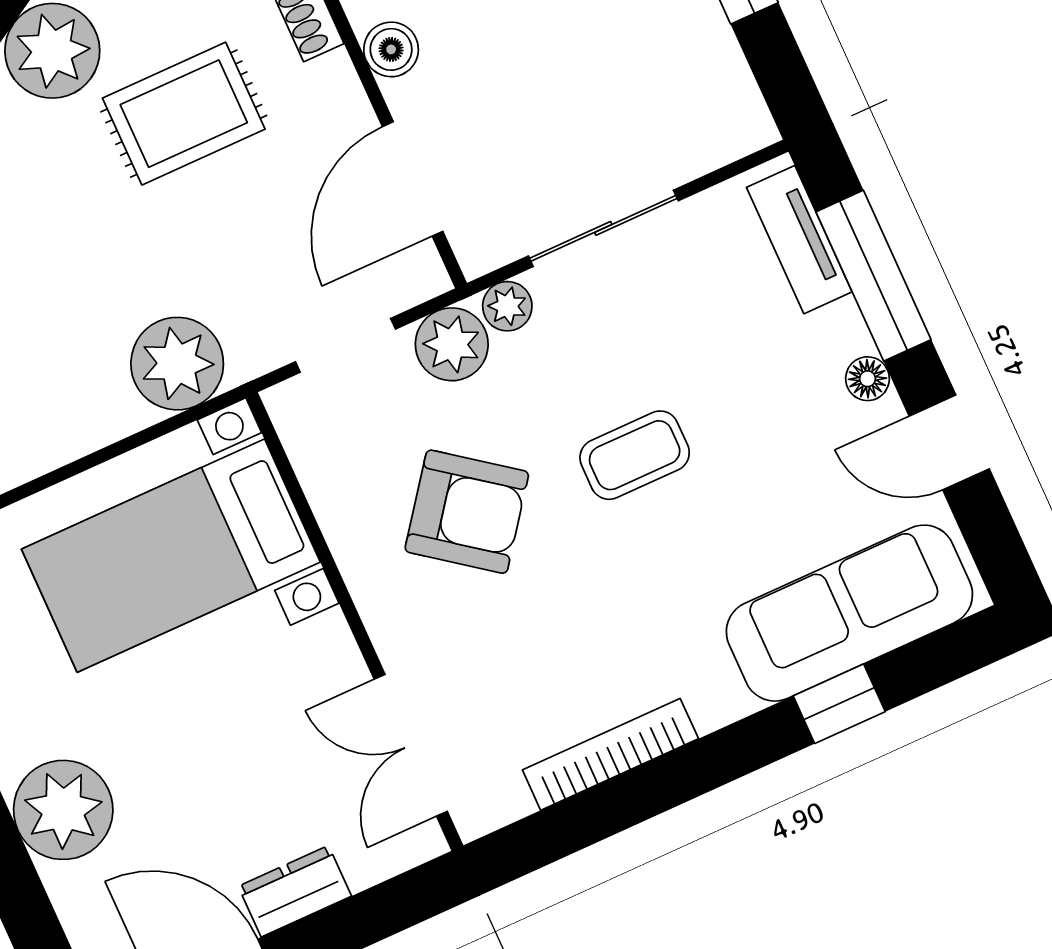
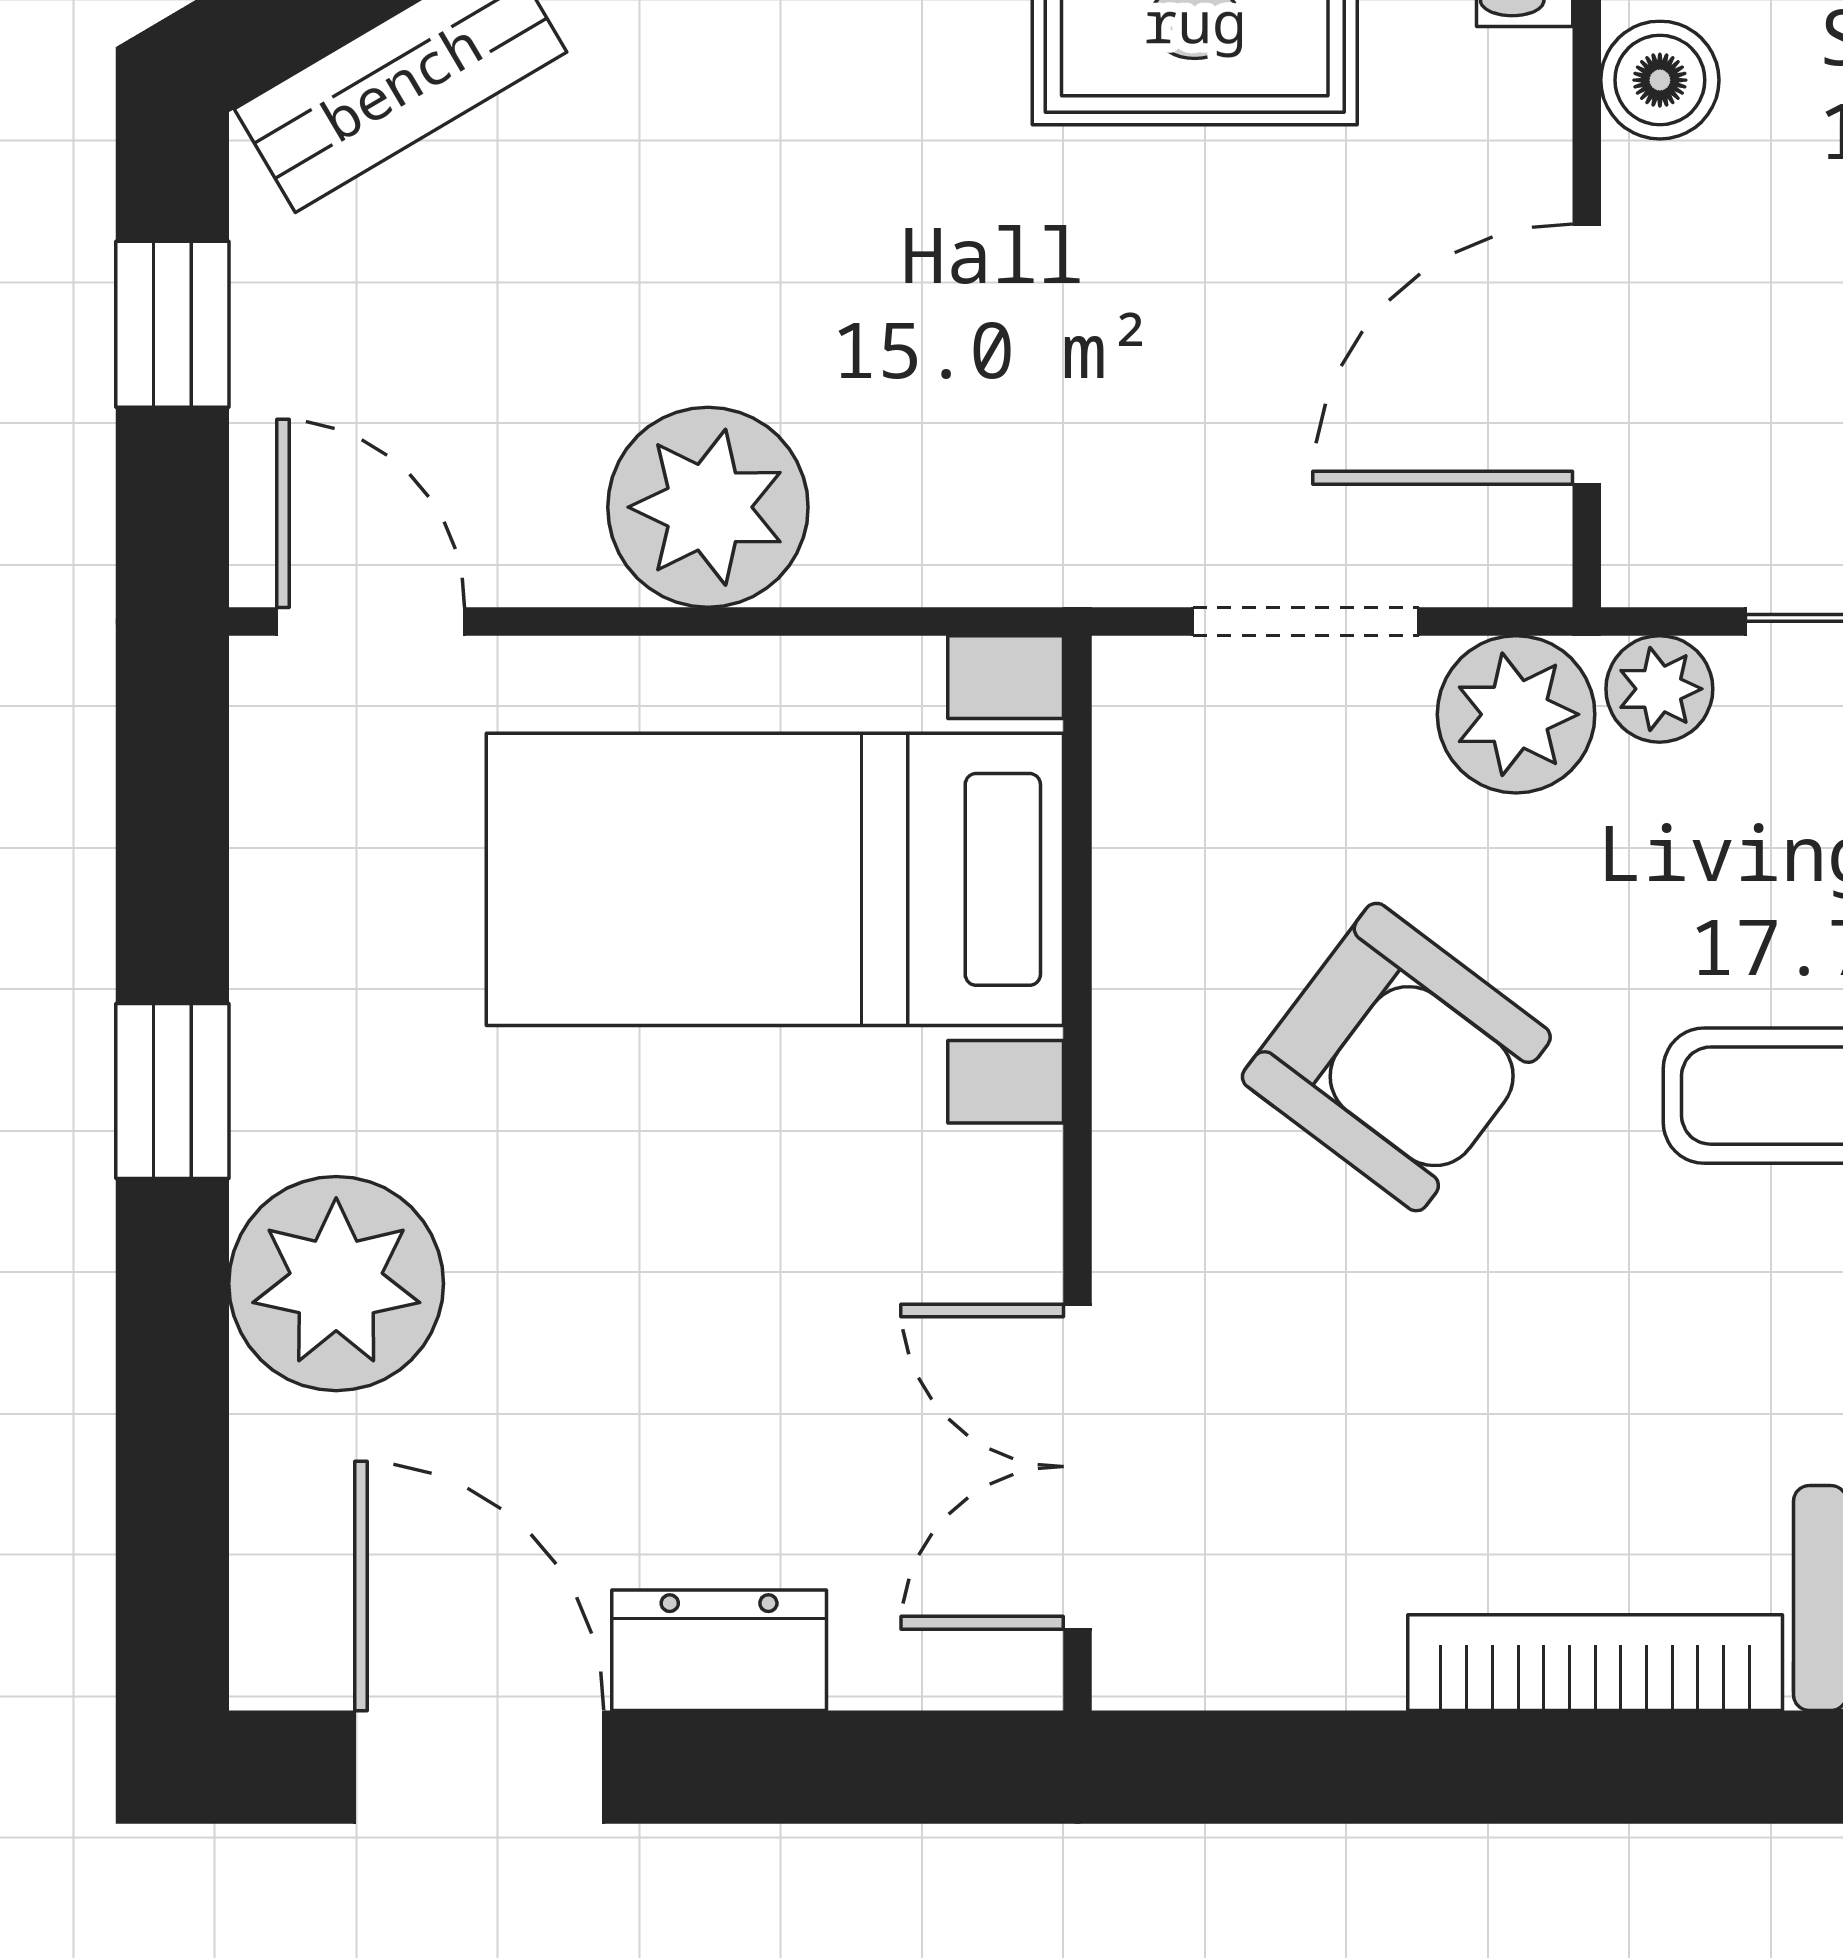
plant: (177, 364) -> (708, 507), moved
bookcase: (610, 754) -> (1595, 1663), moved

